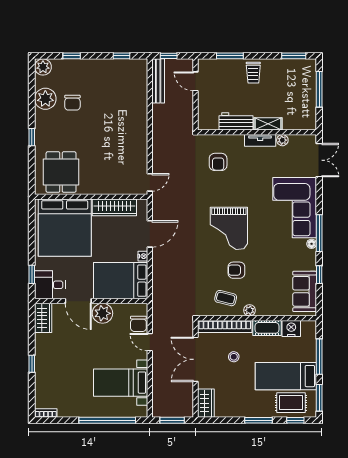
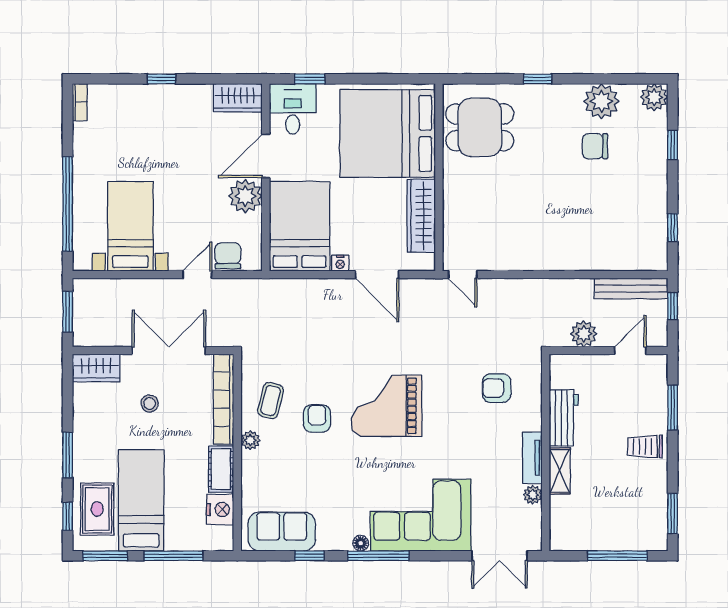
plant: (185, 109) -> (584, 334), added
chair: (138, 324) -> (228, 256), turned 90
stool: (234, 357) -> (150, 404), moved

